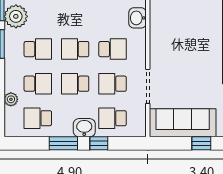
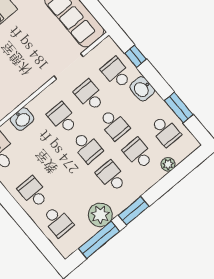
school desk: (113, 84) -> (89, 95), turned 180
school desk: (113, 118) -> (116, 73), turned 180
window: (63, 143) -> (179, 108), moved
window: (99, 143) -> (136, 56), moved

